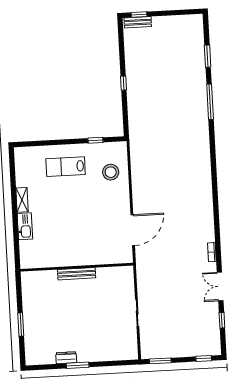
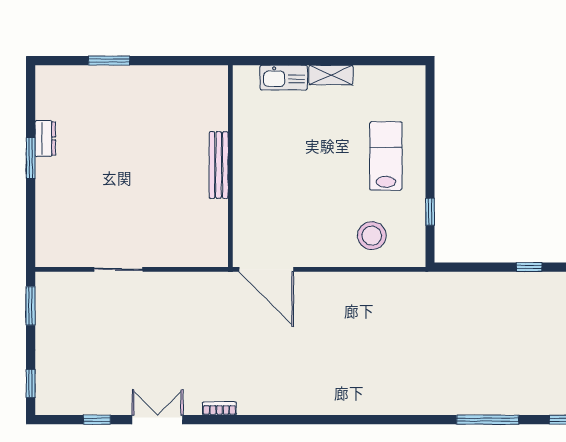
wall: (77, 267) -> (230, 166), moved
bench: (77, 274) -> (219, 165), moved

